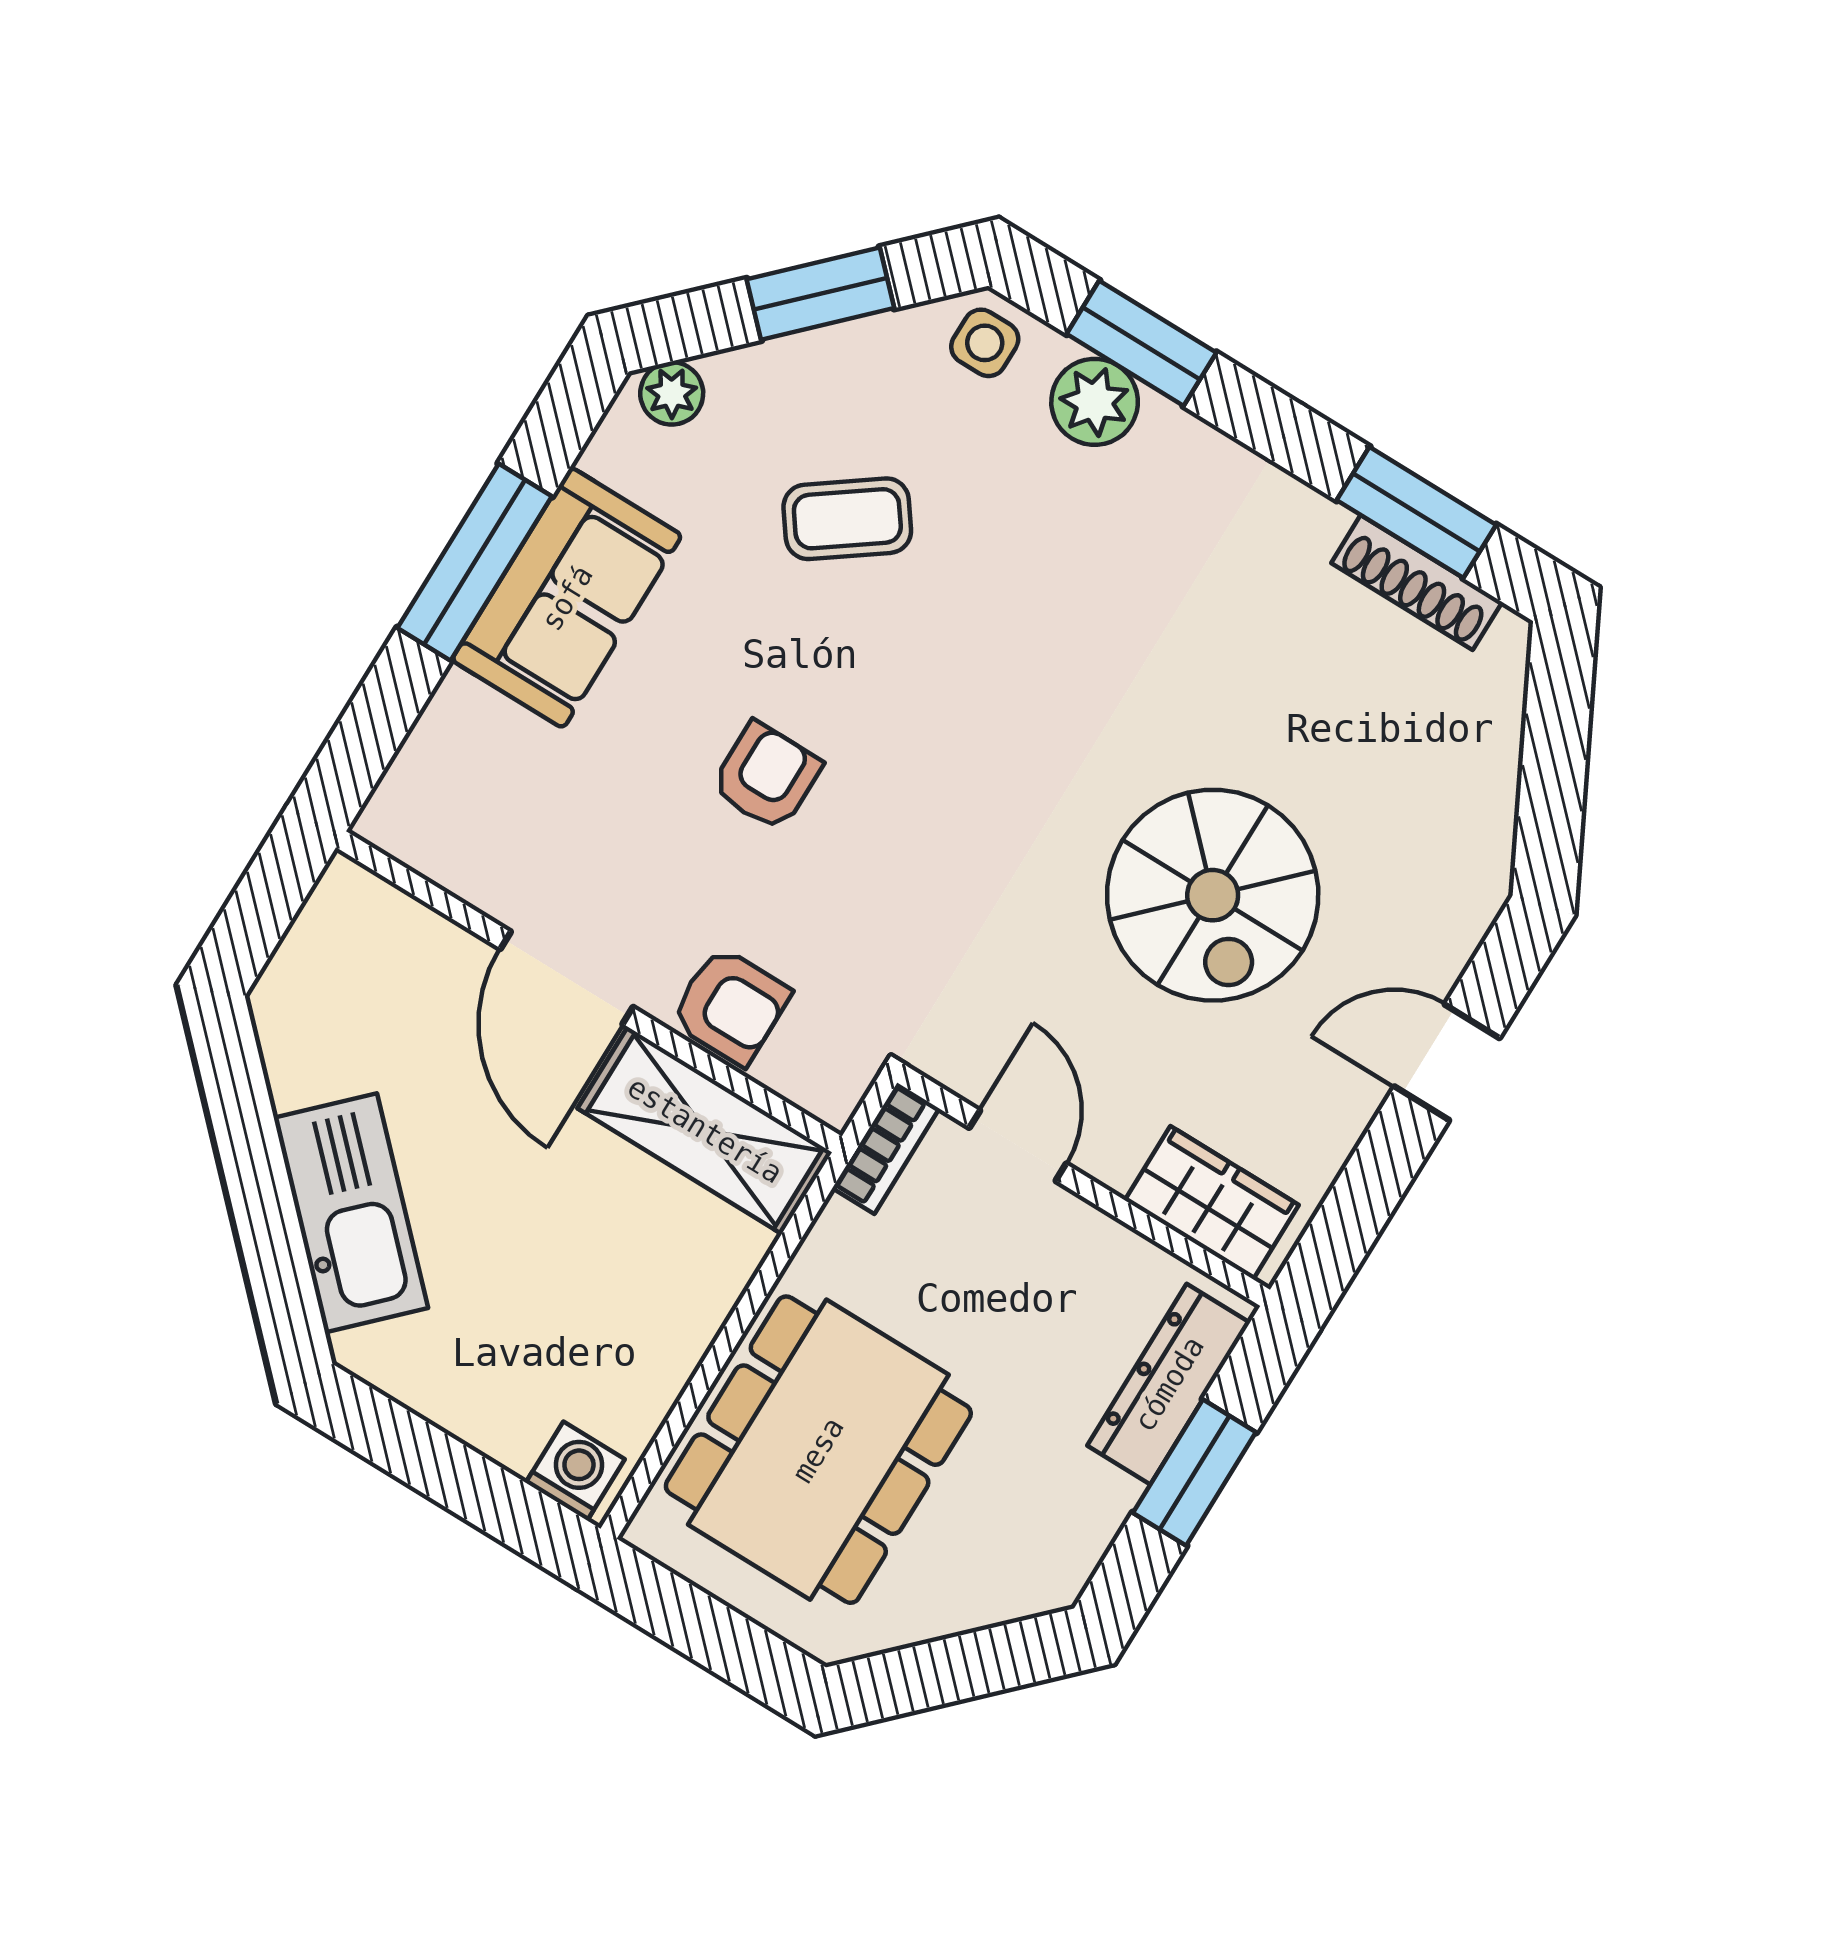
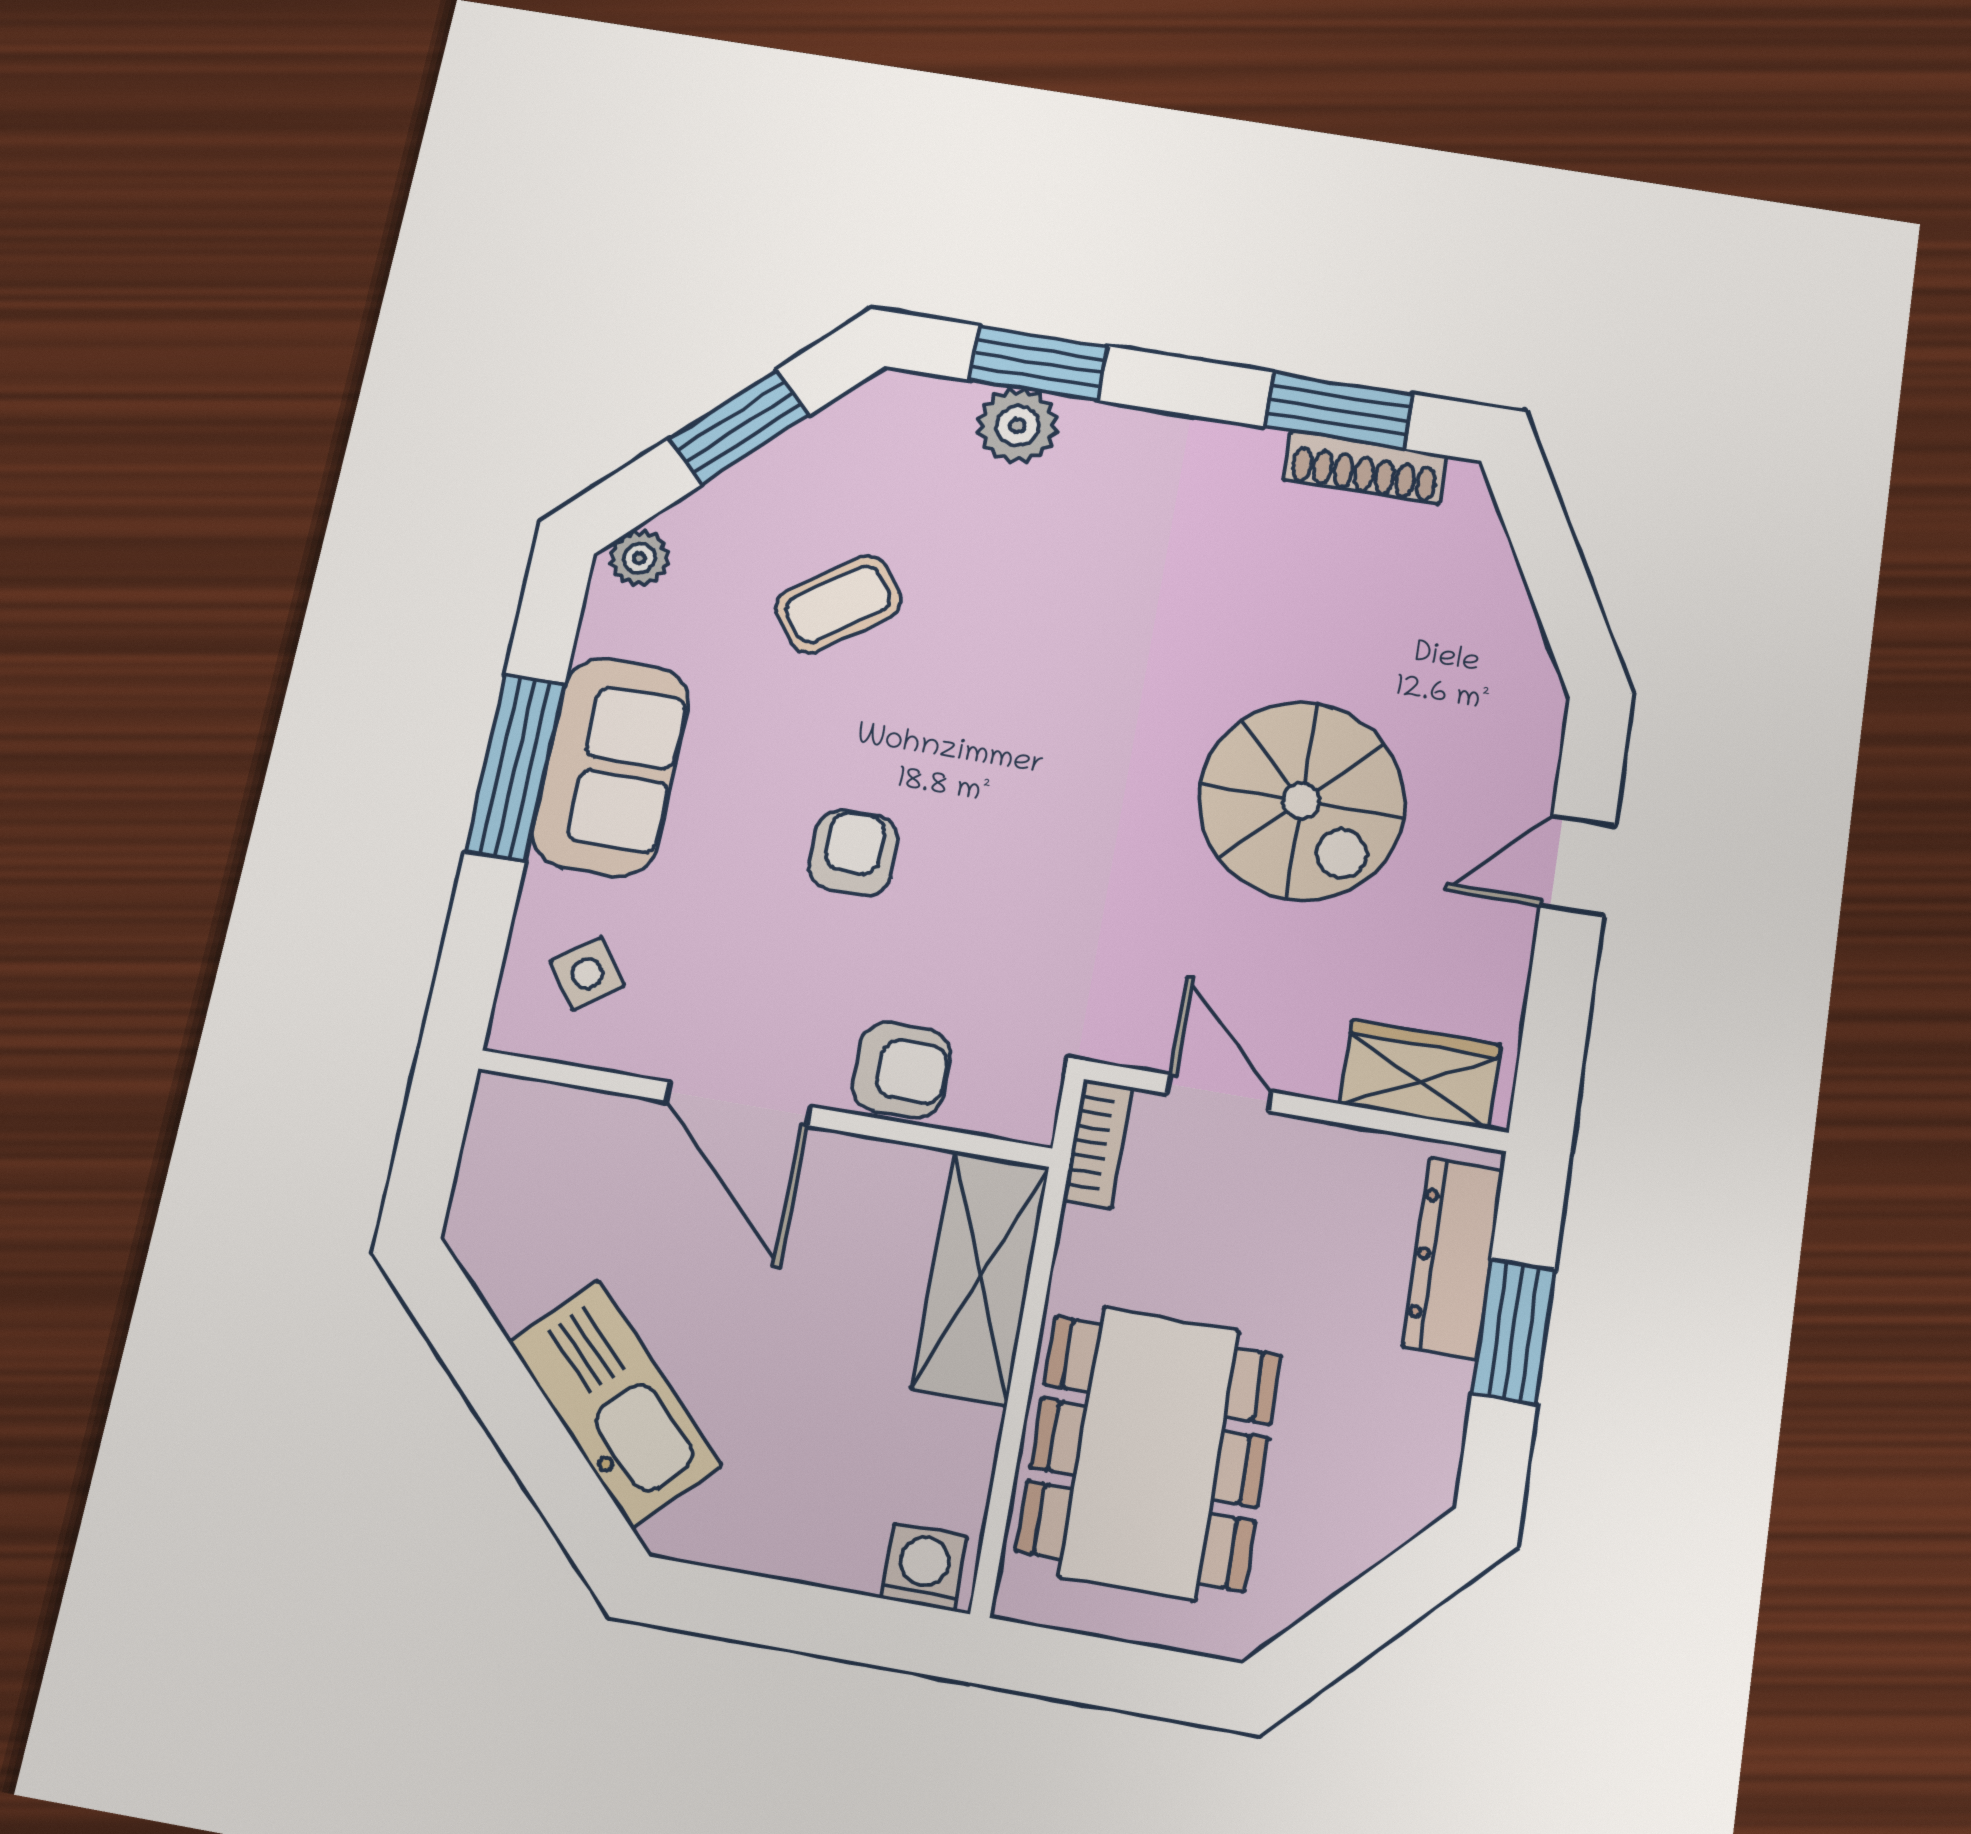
side table: (985, 343) -> (587, 974), moved, turned -36
shelving: (705, 1130) -> (980, 1277), moved, turned 90

